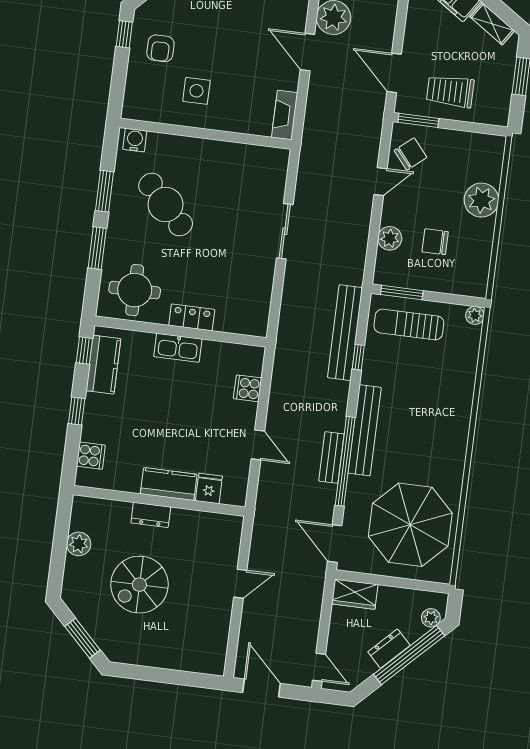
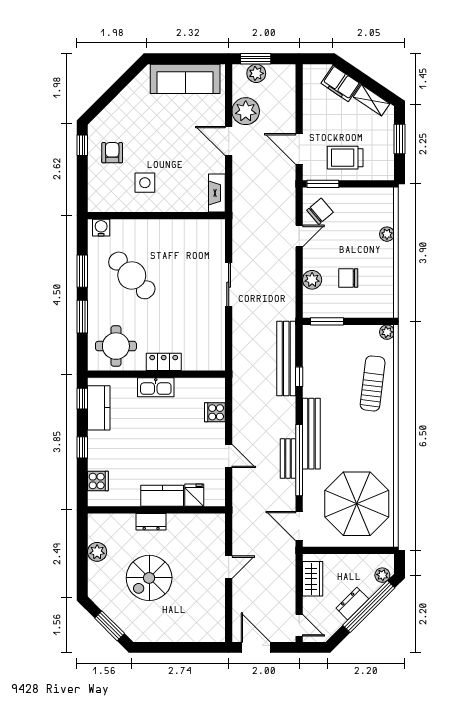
armchair: (160, 48) -> (112, 153), turned 180
plant: (481, 200) -> (387, 234), width x0.53, depth x0.53
sun lounger: (409, 324) -> (373, 383), moved, turned 97
wardrobe: (355, 594) -> (313, 579), moved, turned -90

